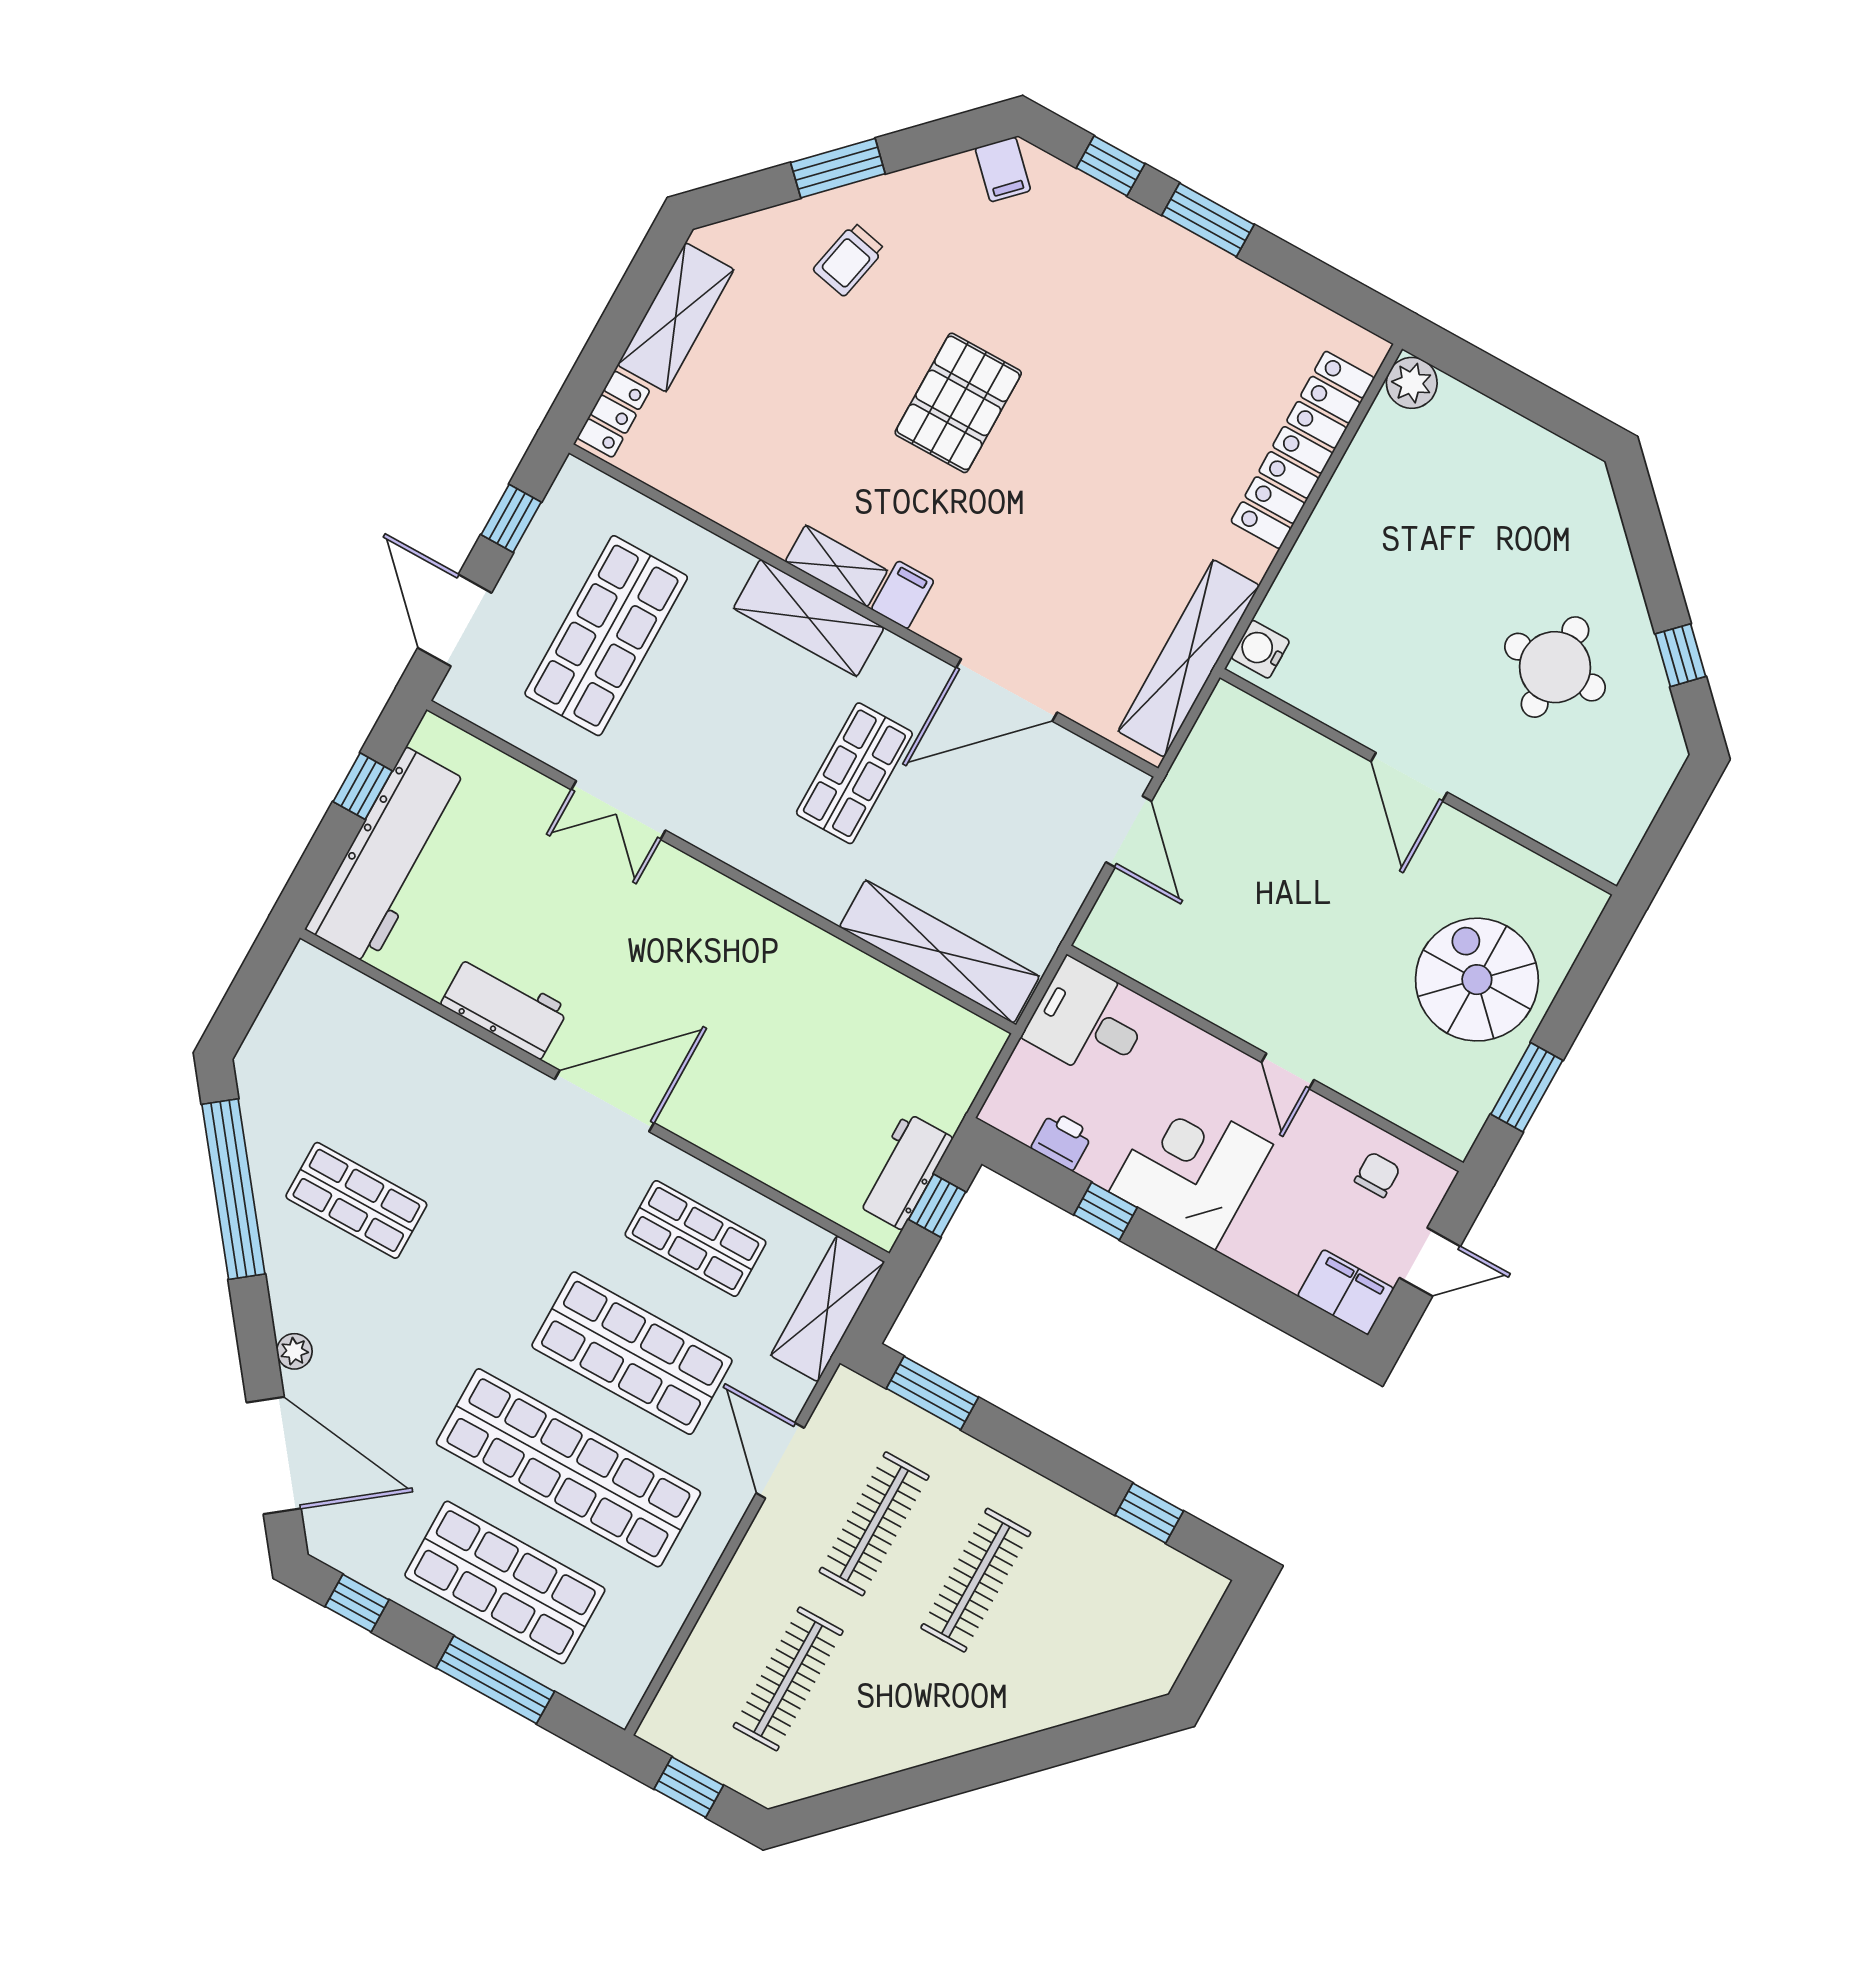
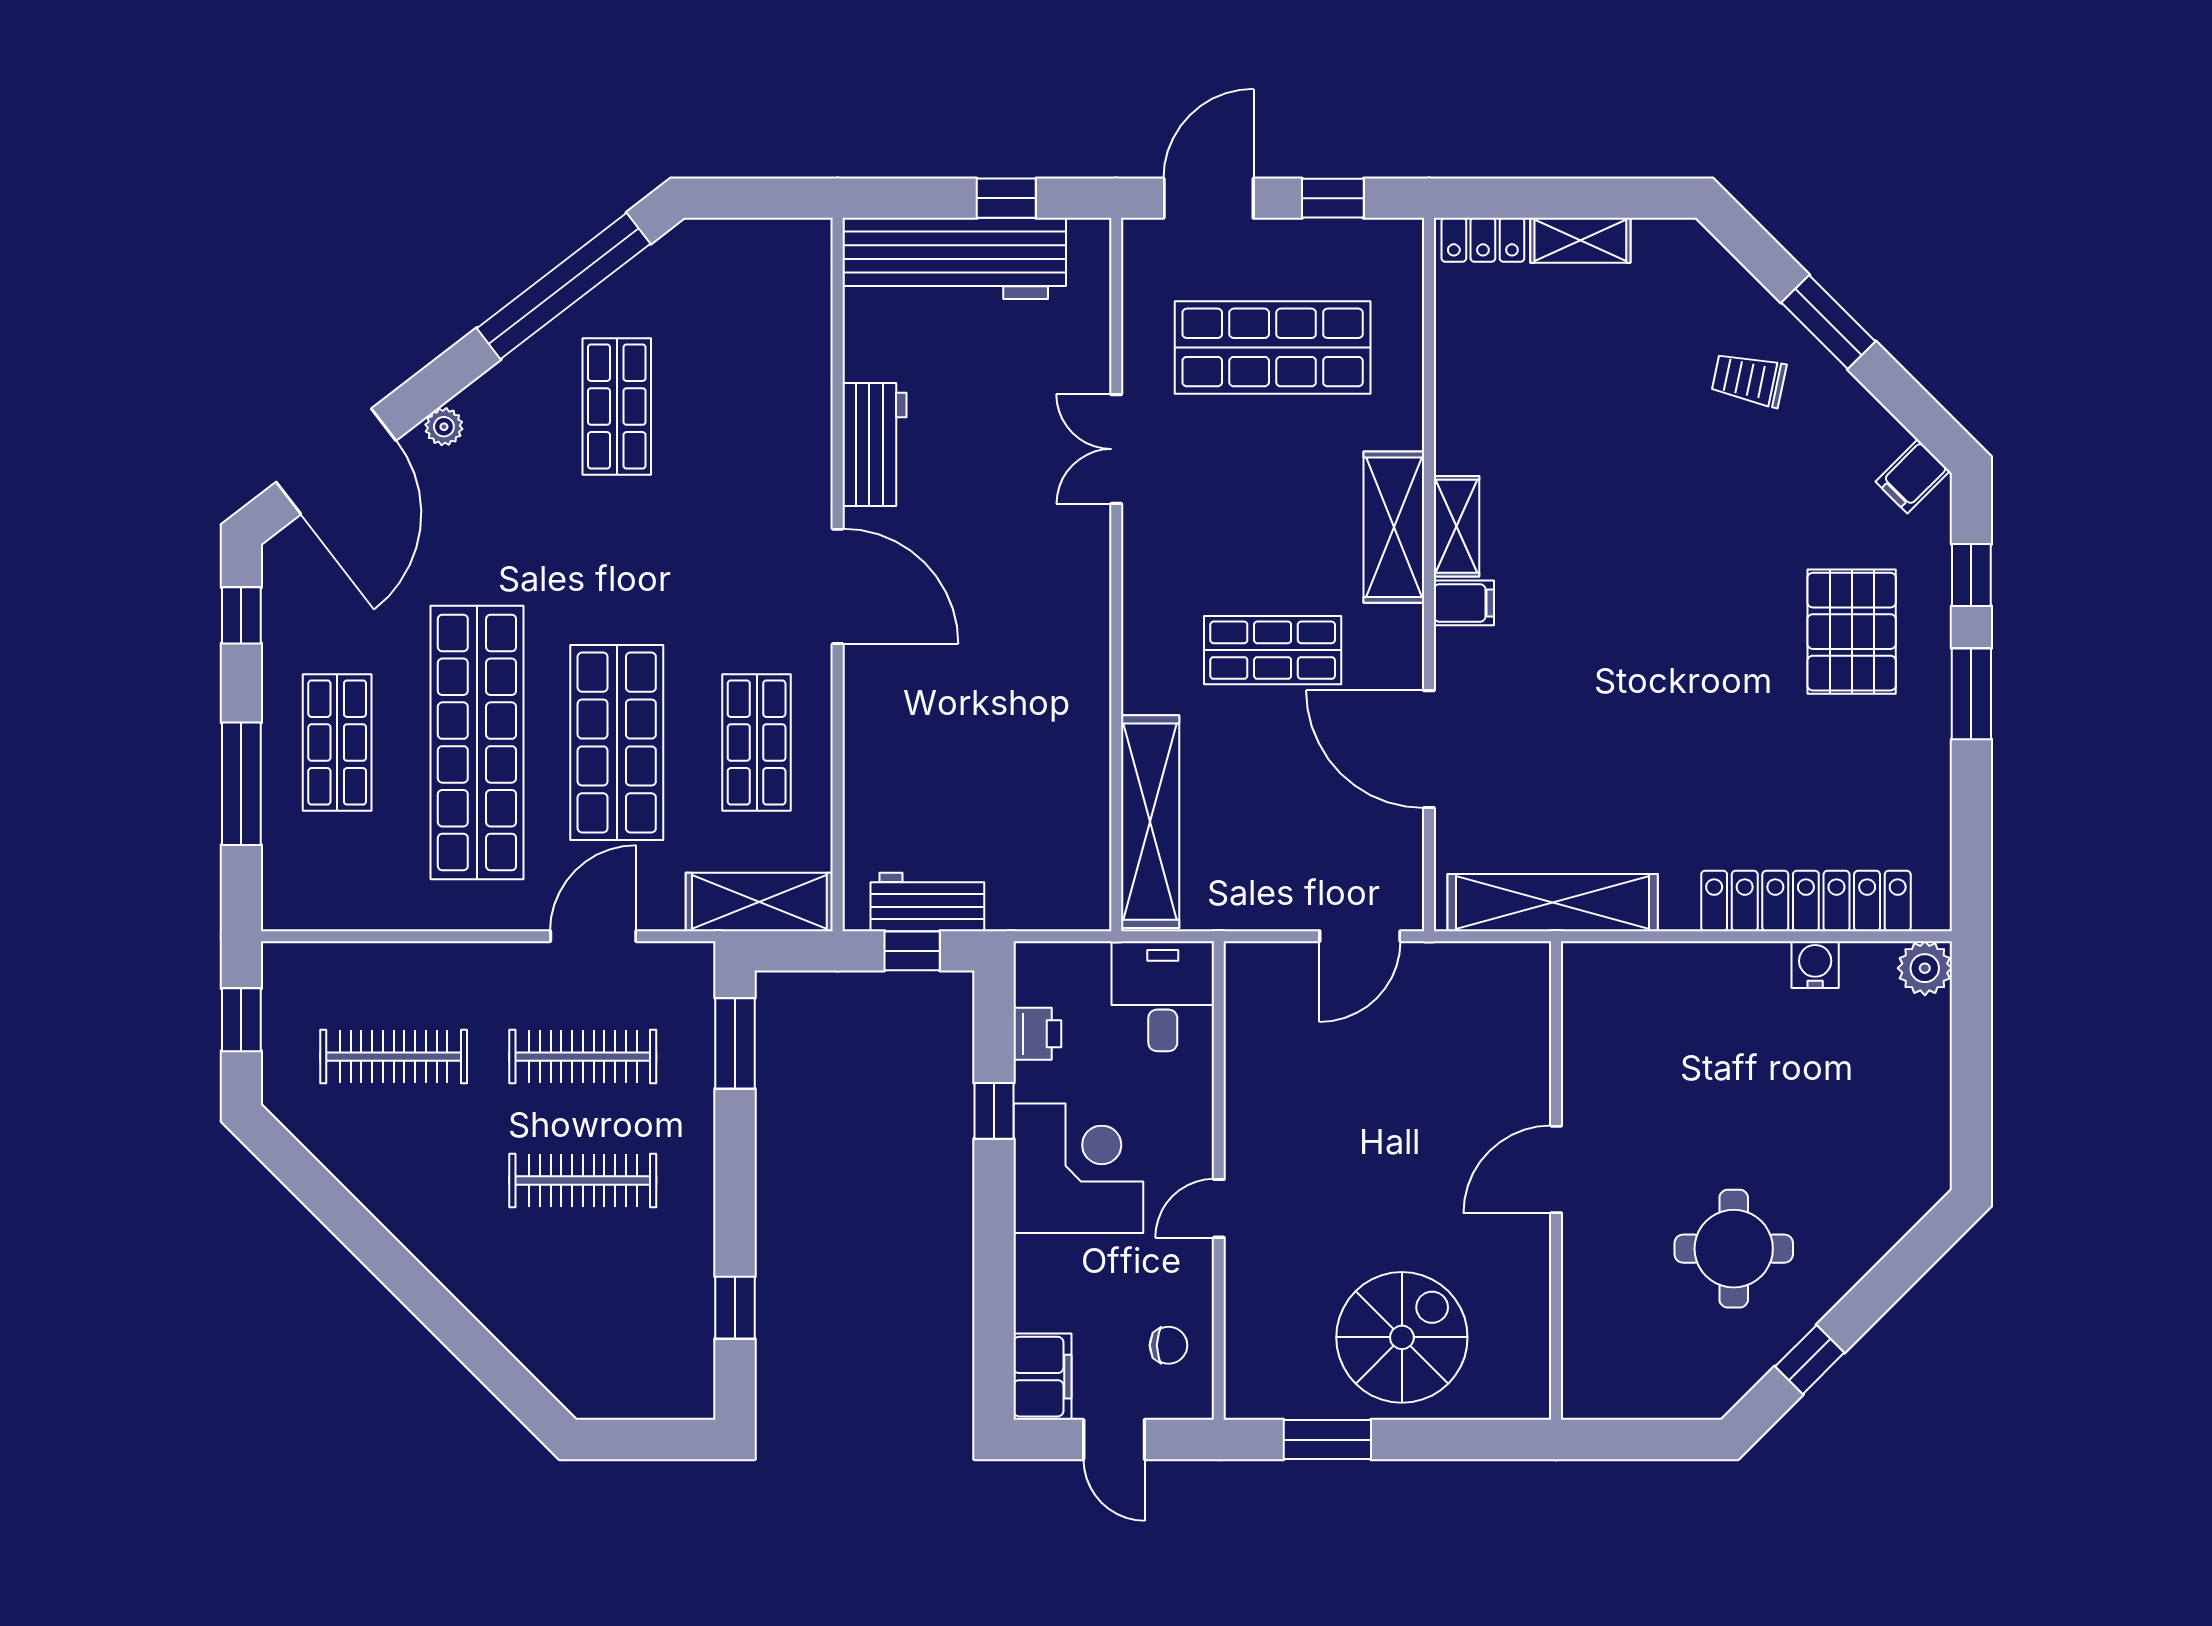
shelving: (676, 317) -> (1580, 240), width x0.67, depth x0.75
pallet: (958, 403) -> (1852, 632), moved, turned 90
water cooler: (1260, 649) -> (1815, 965), moved
shop shelf: (505, 1582) -> (337, 743), width x0.70, depth x0.74

